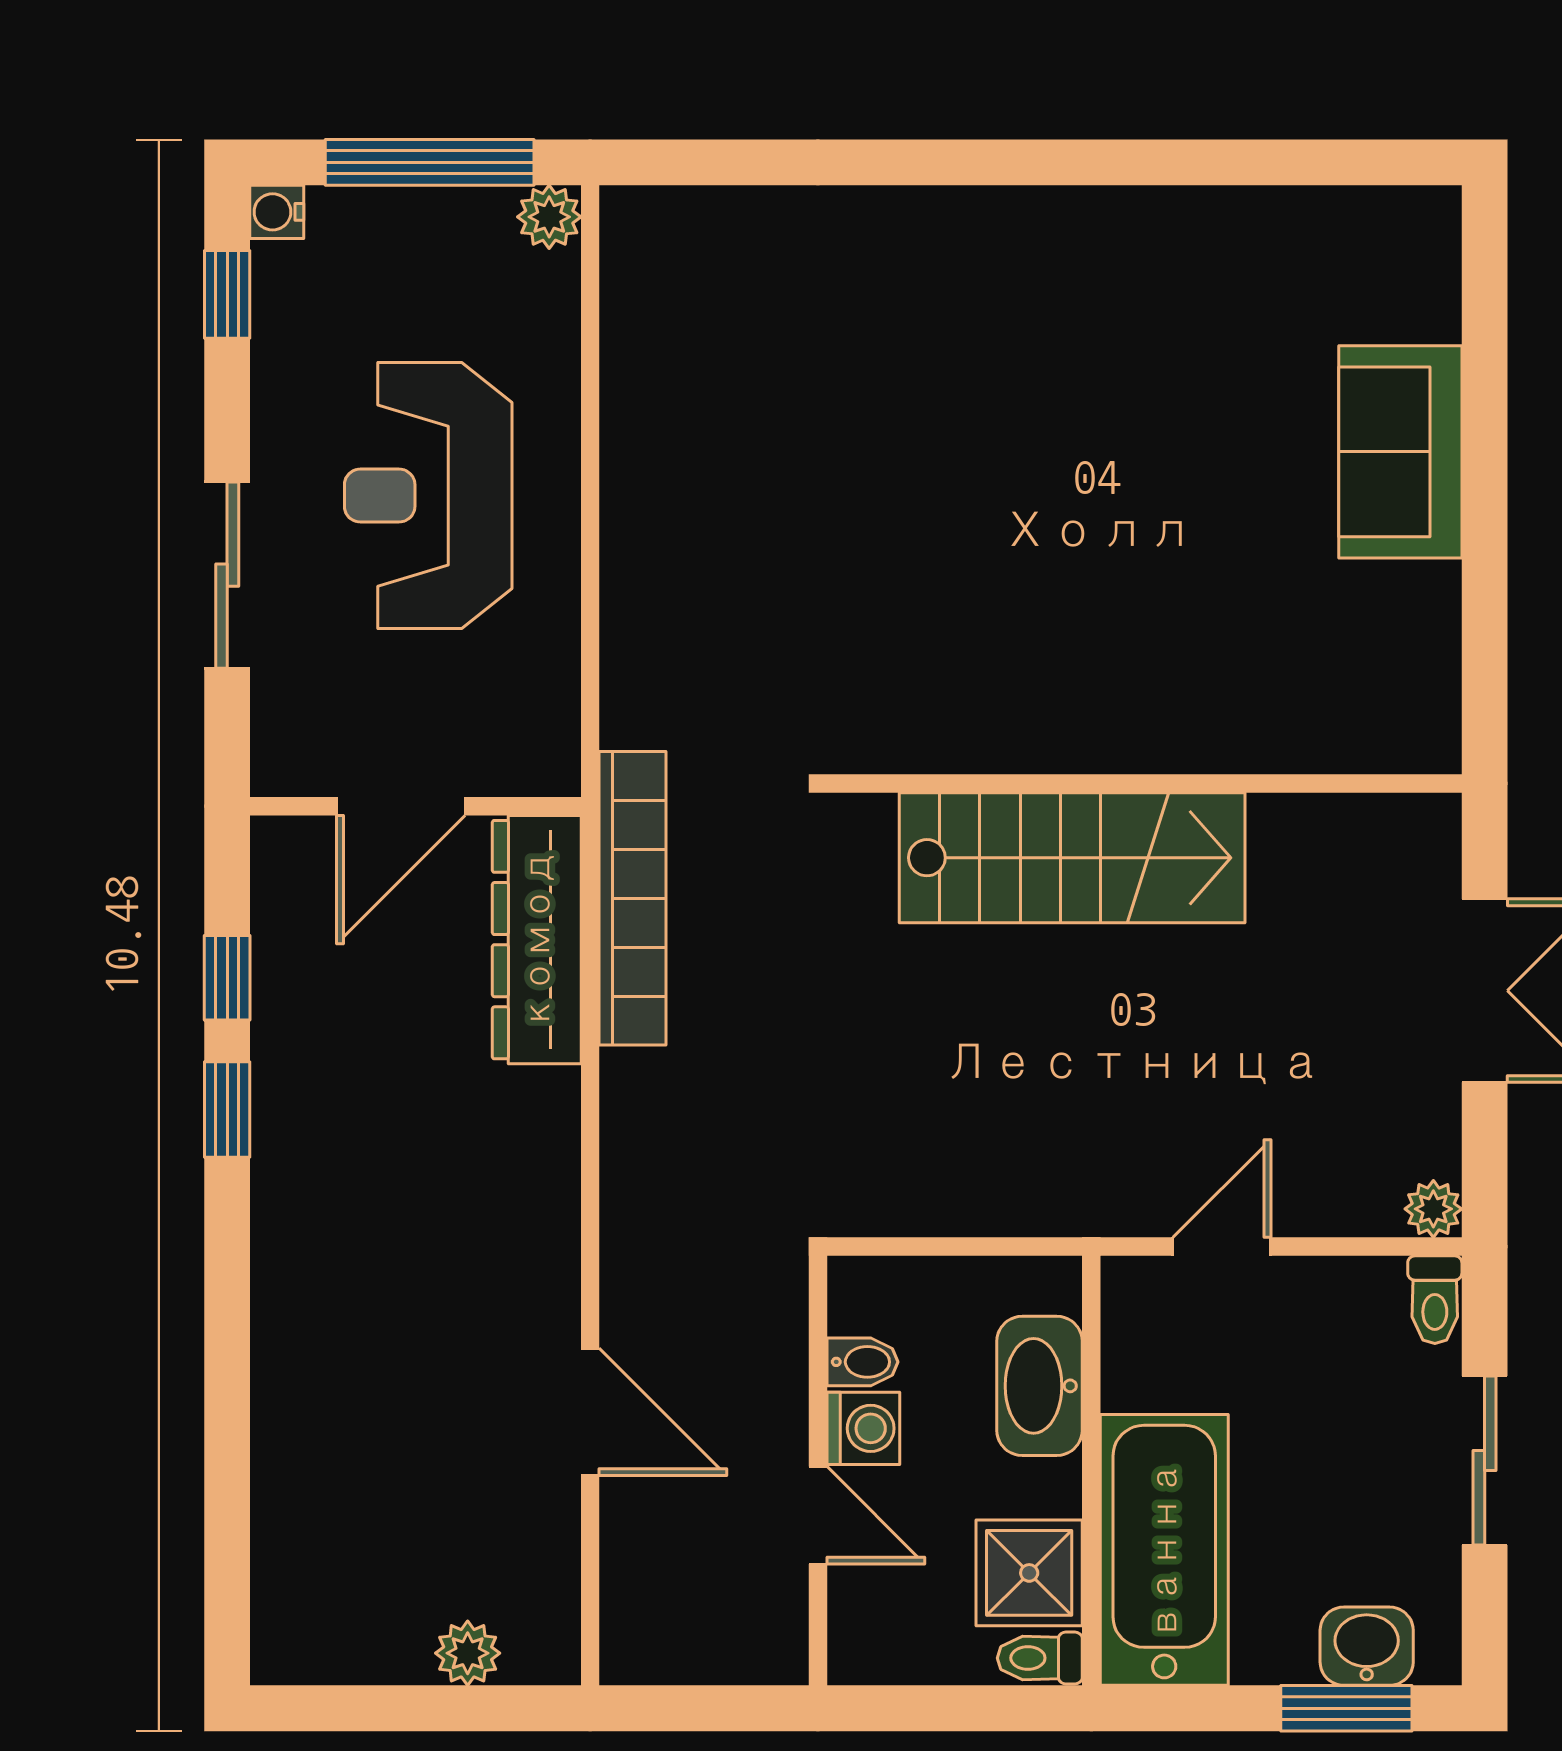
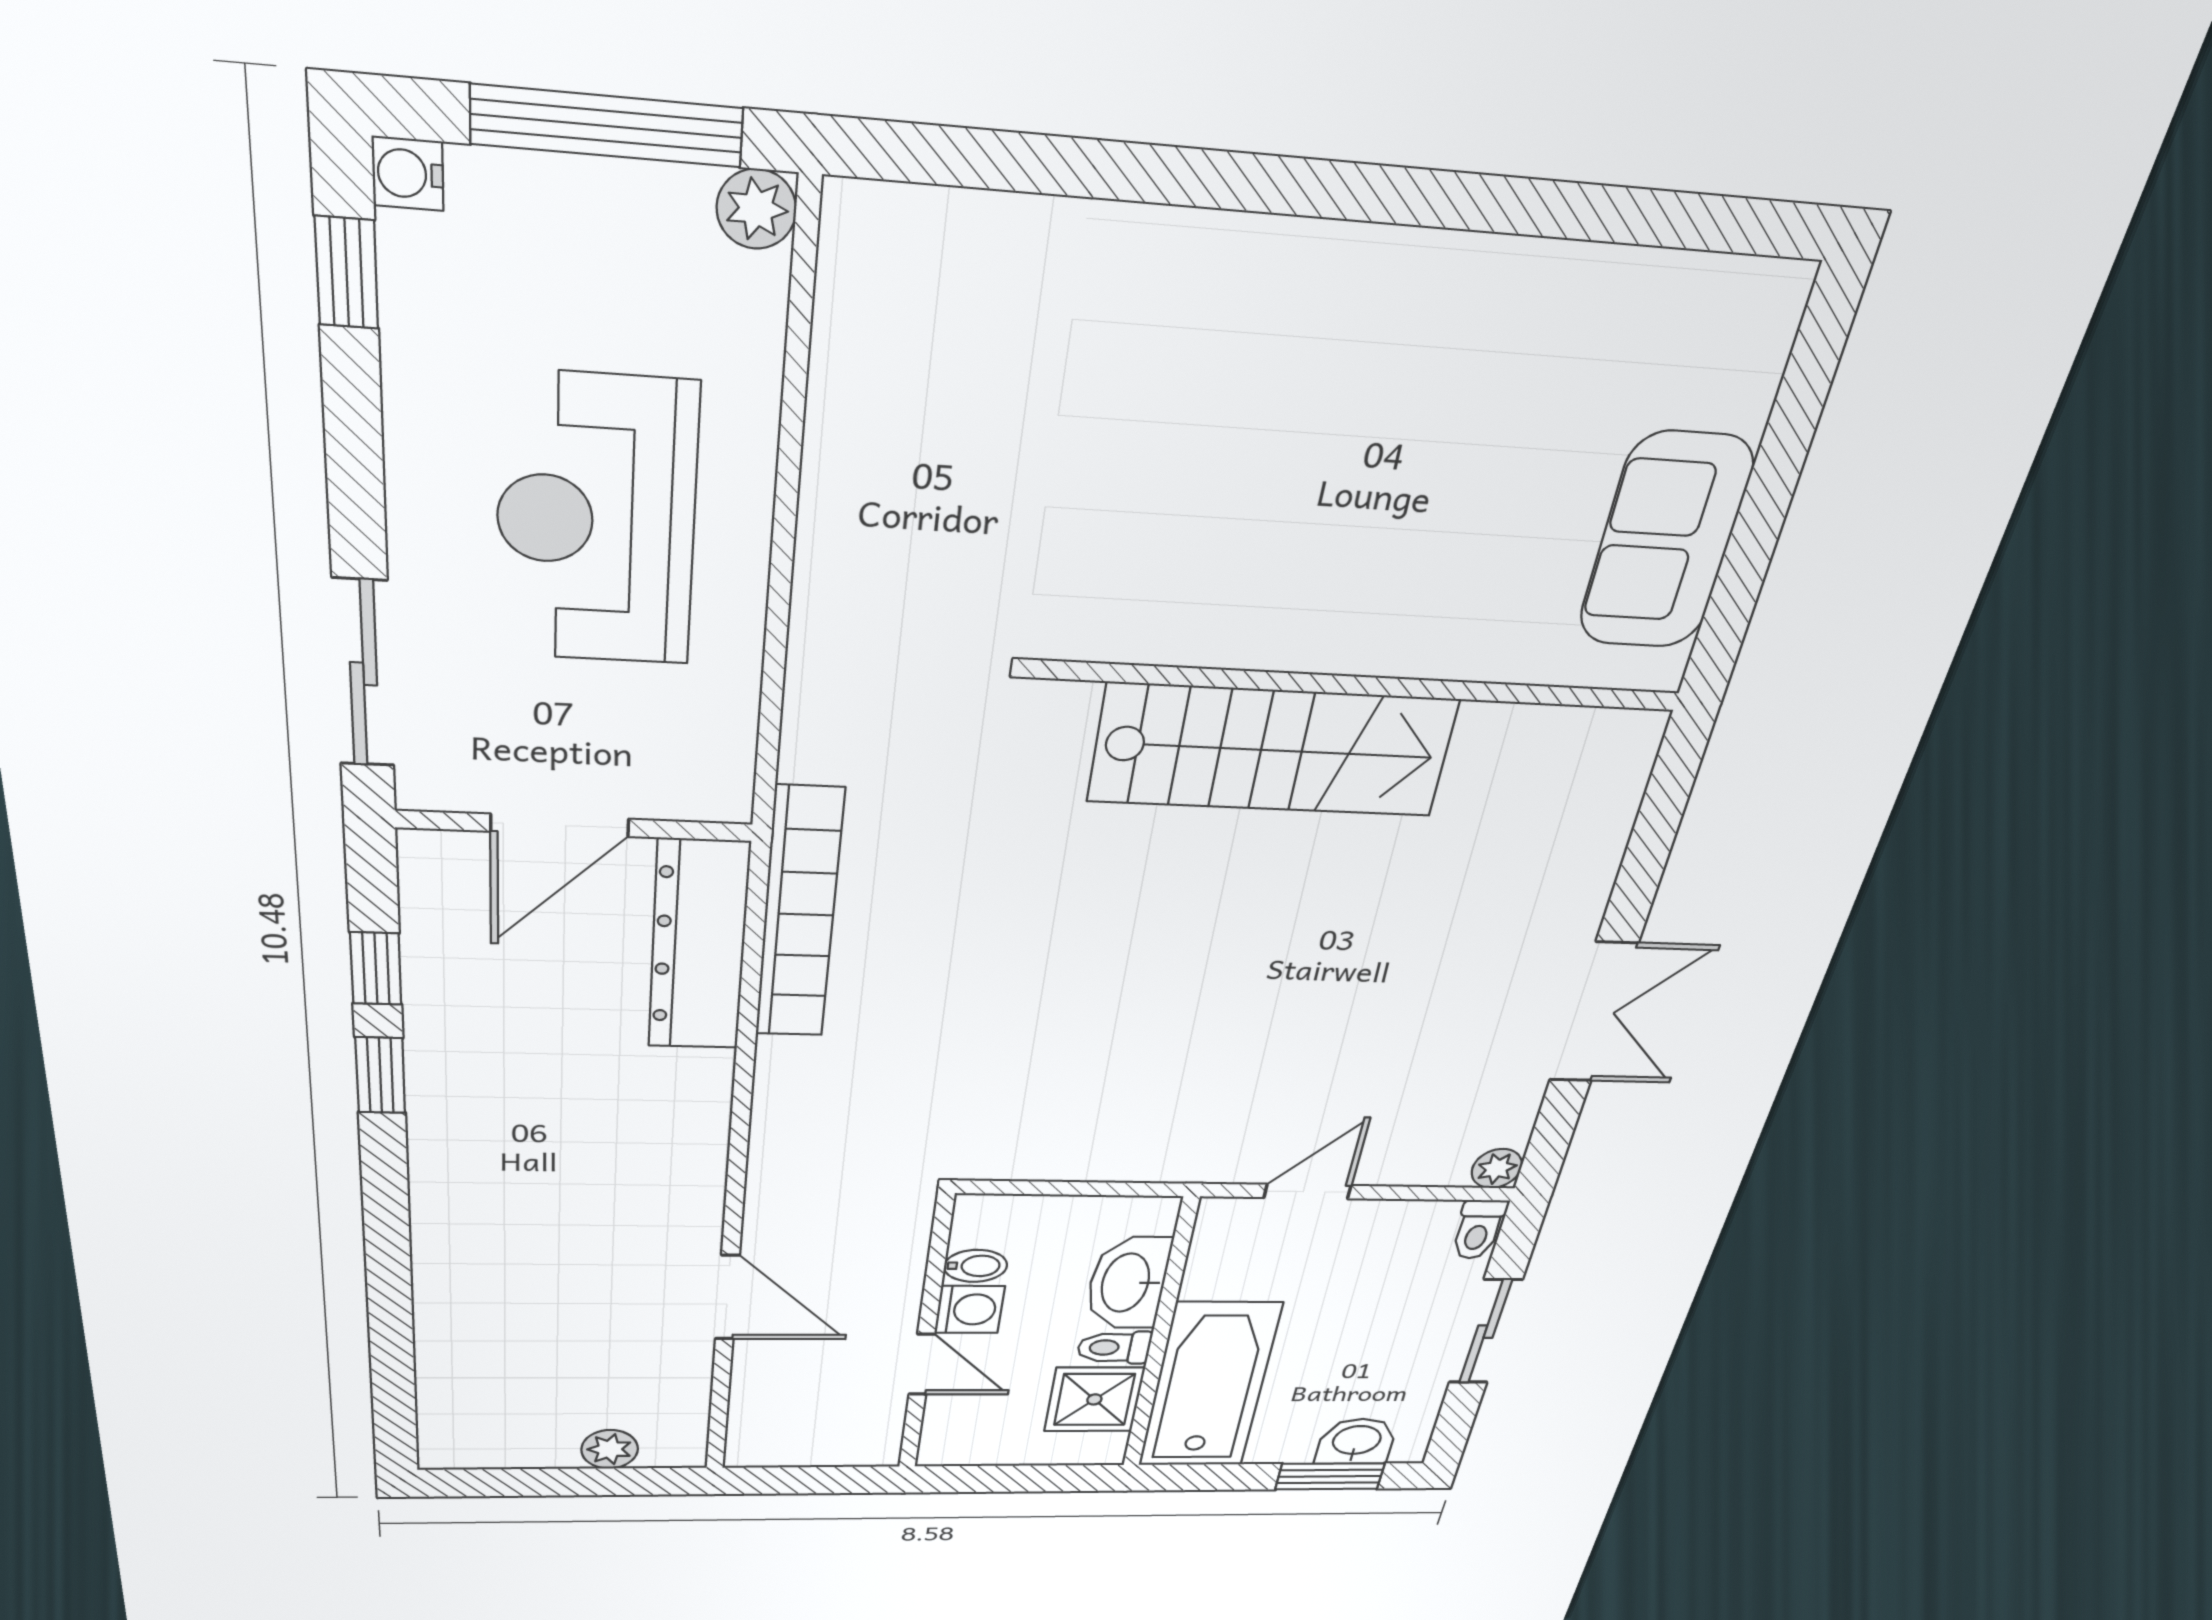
sliding door: (227, 575) -> (363, 674), moved
wall: (1144, 783) -> (1362, 686), moved
stairs: (1072, 858) -> (1273, 750), moved
toilet: (1040, 1658) -> (1114, 1348), moved

